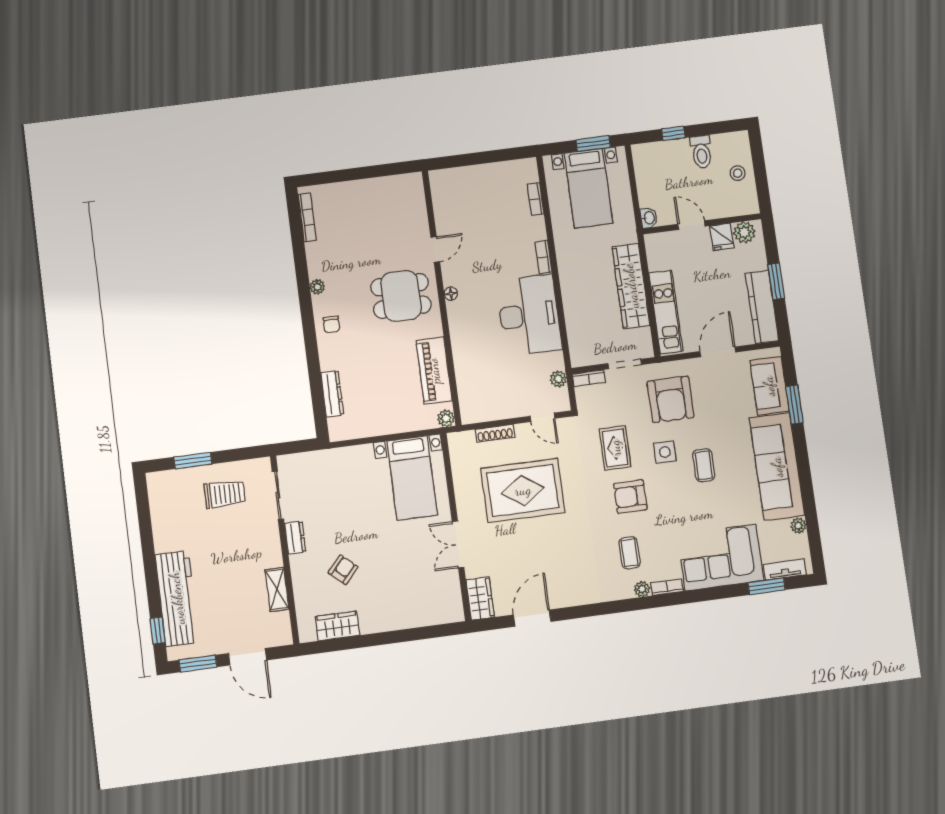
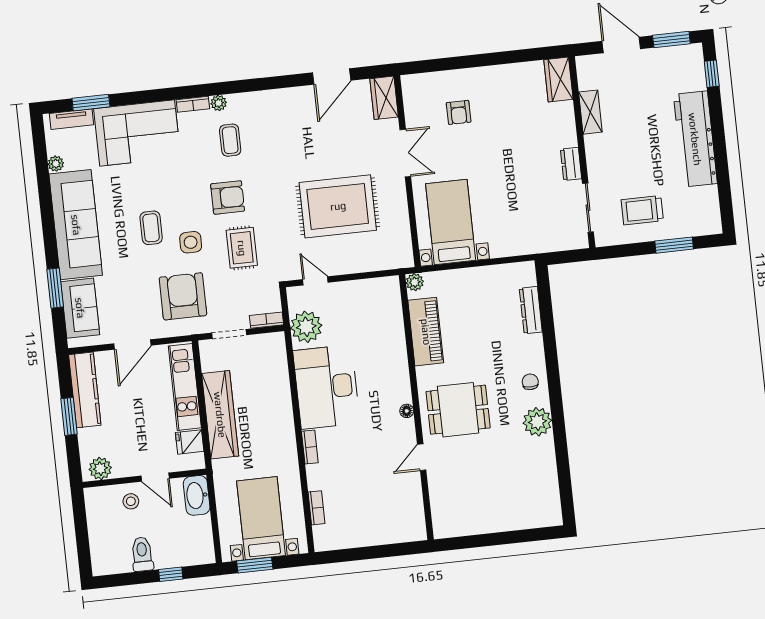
stool: (738, 173) -> (131, 501), moved
bookcase: (307, 217) -> (553, 494), removed
washbasin: (649, 218) -> (197, 495), width x1.91, depth x1.45
fridge: (722, 237) -> (190, 442), moved, turned -90
plant: (317, 287) -> (537, 422), width x1.88, depth x1.88
plant: (558, 379) -> (306, 327), width x1.88, depth x1.88
shoe rack: (495, 433) -> (365, 266), removed
armchair: (343, 570) -> (459, 112), moved, turned -42
workbench: (177, 598) -> (695, 139), moved
wardrobe: (337, 626) -> (558, 80), moved, turned 90

